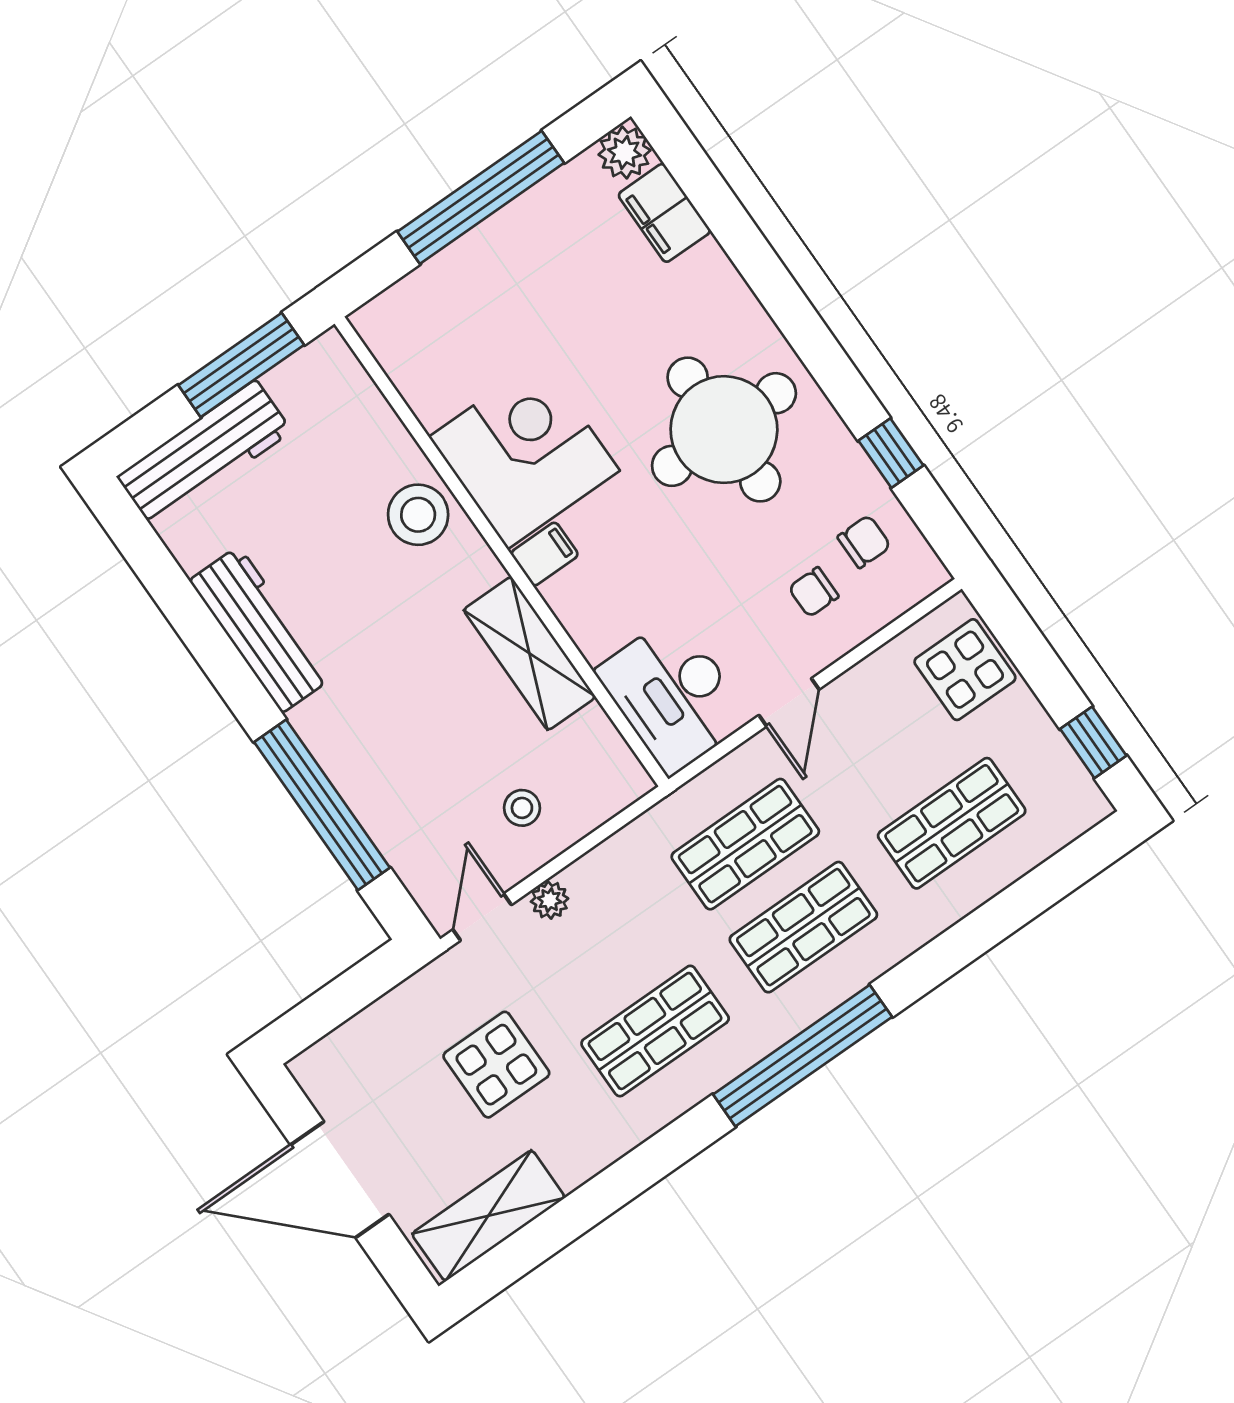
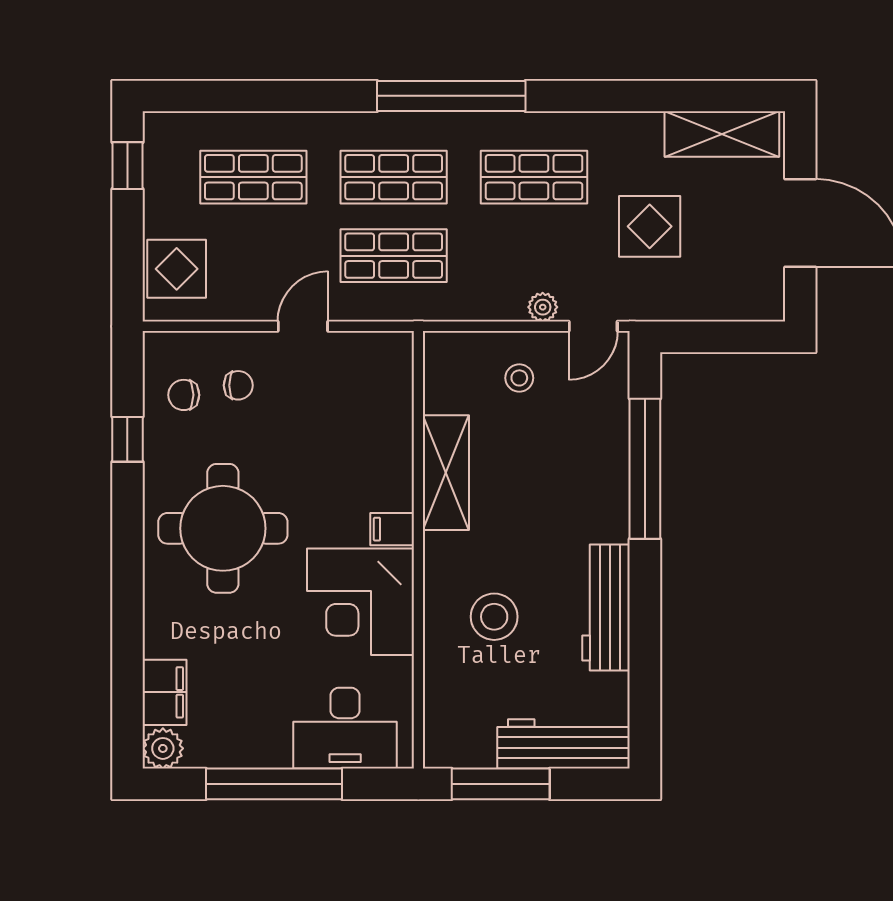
stool: (418, 515) -> (494, 617), moved
desk: (673, 695) -> (345, 728), moved, turned 90

